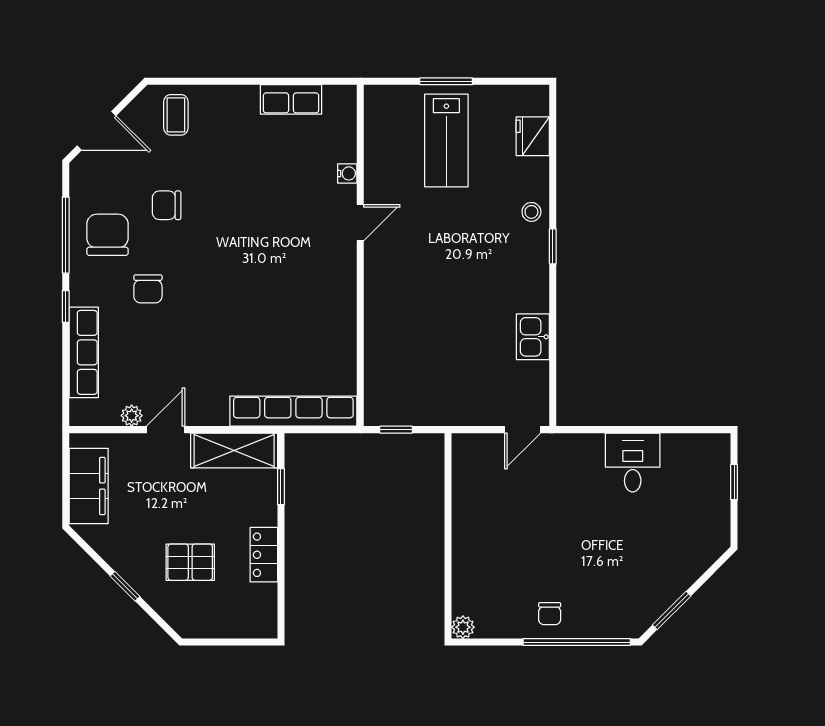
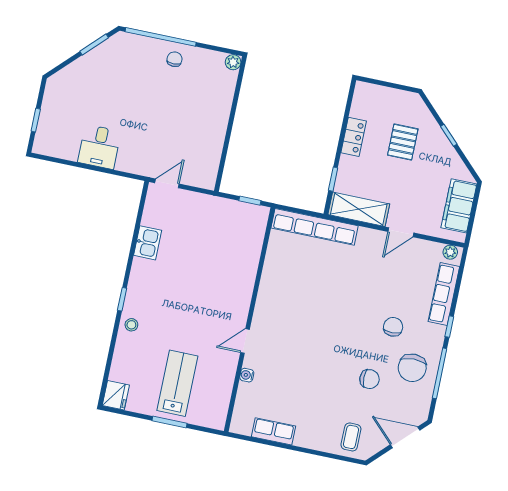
fridge: (533, 136) -> (116, 395), moved
plant: (132, 416) -> (450, 252), moved
pallet: (190, 562) -> (403, 142), turned 90

